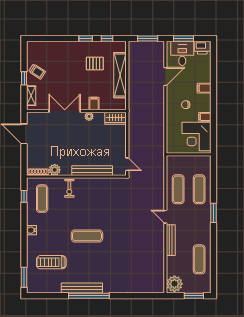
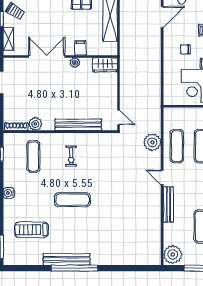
plant: (157, 186) -> (152, 142), added
exercise bike: (69, 188) -> (71, 156), moved
exercise mat: (42, 199) -> (33, 157), moved

